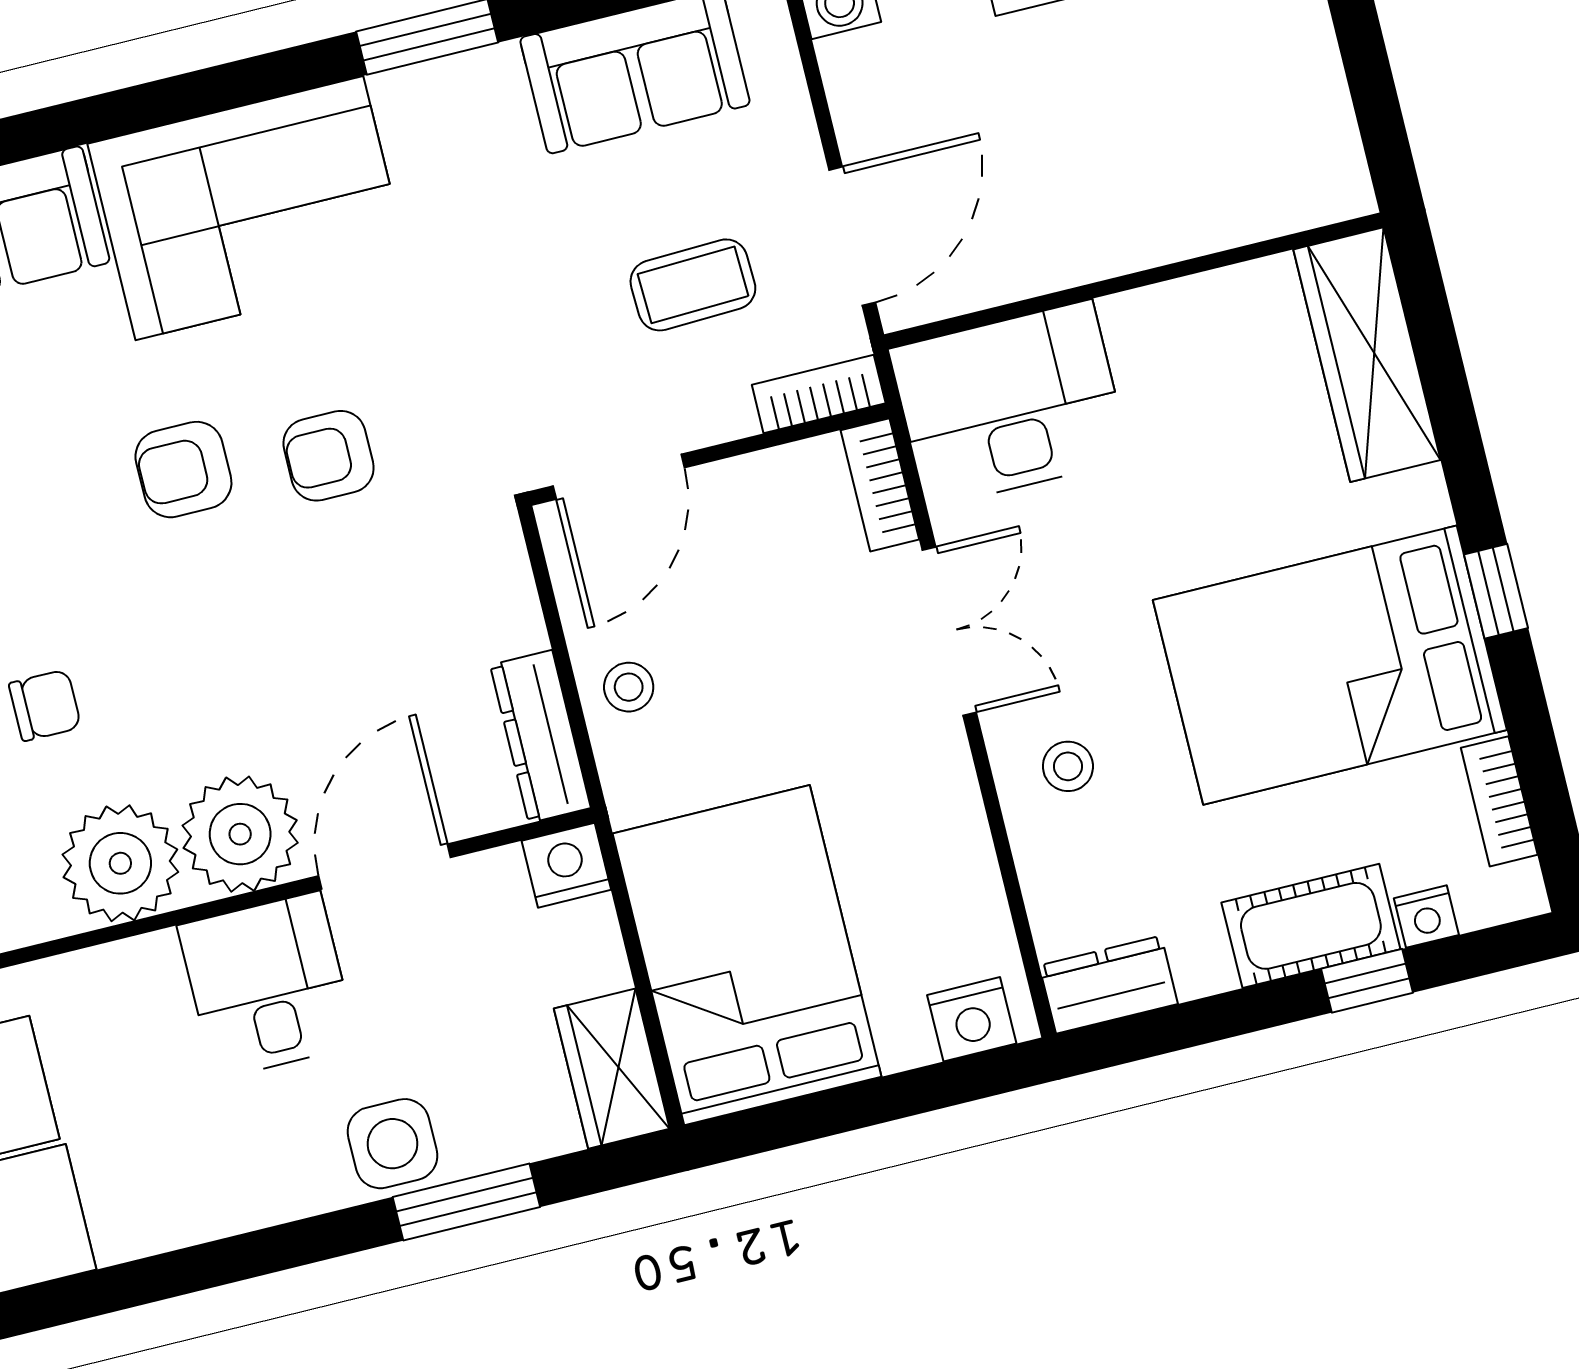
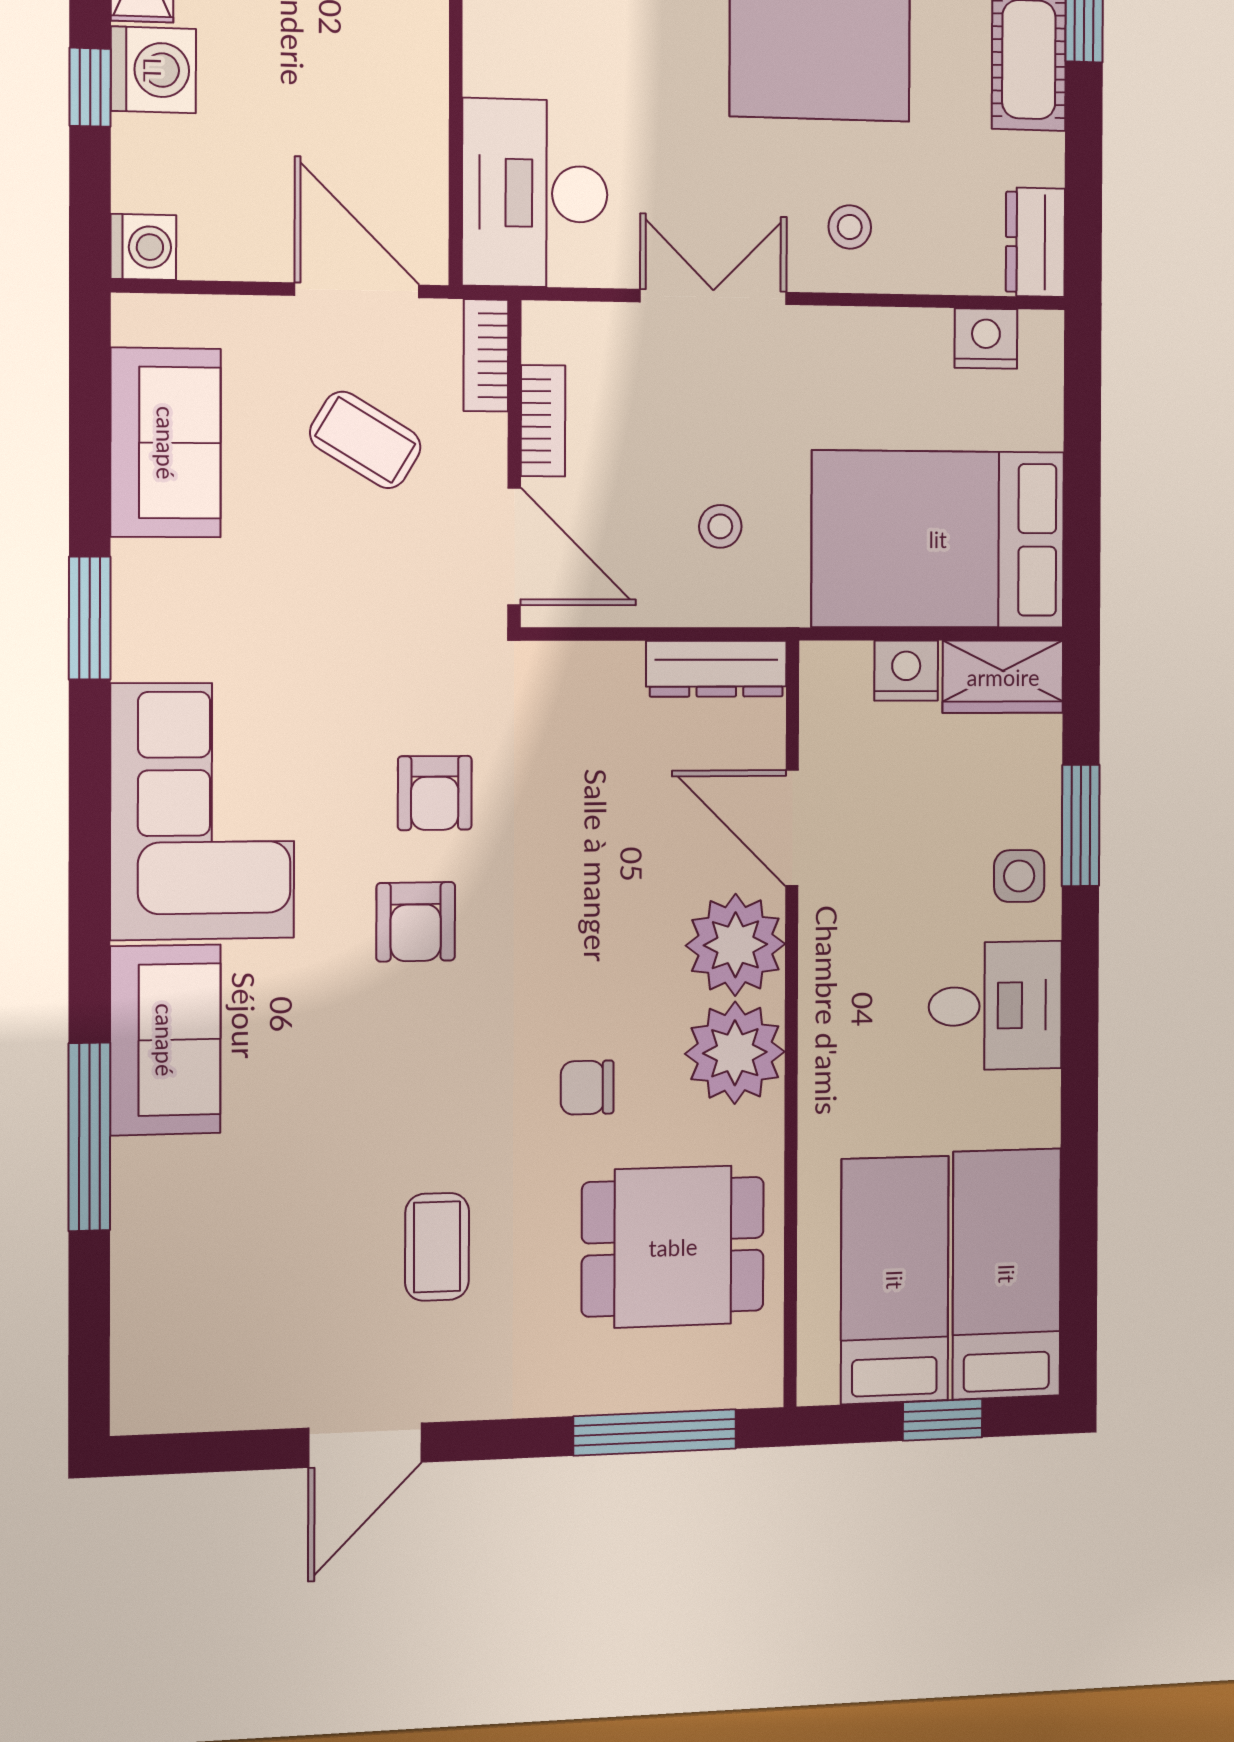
coffee table: (693, 285) -> (365, 440), turned -57
bookcase: (880, 485) -> (543, 421), moved, turned -90
stool: (629, 687) -> (720, 526), moved
chair: (45, 705) -> (587, 1088), turned -90
nightstand: (566, 865) -> (906, 671), moved, turned 90
desk: (267, 985) -> (995, 1006), moved, turned 180
nightstand: (972, 1019) -> (986, 339), moved, turned -90
side table: (393, 1144) -> (1019, 876), width x0.73, depth x0.73

